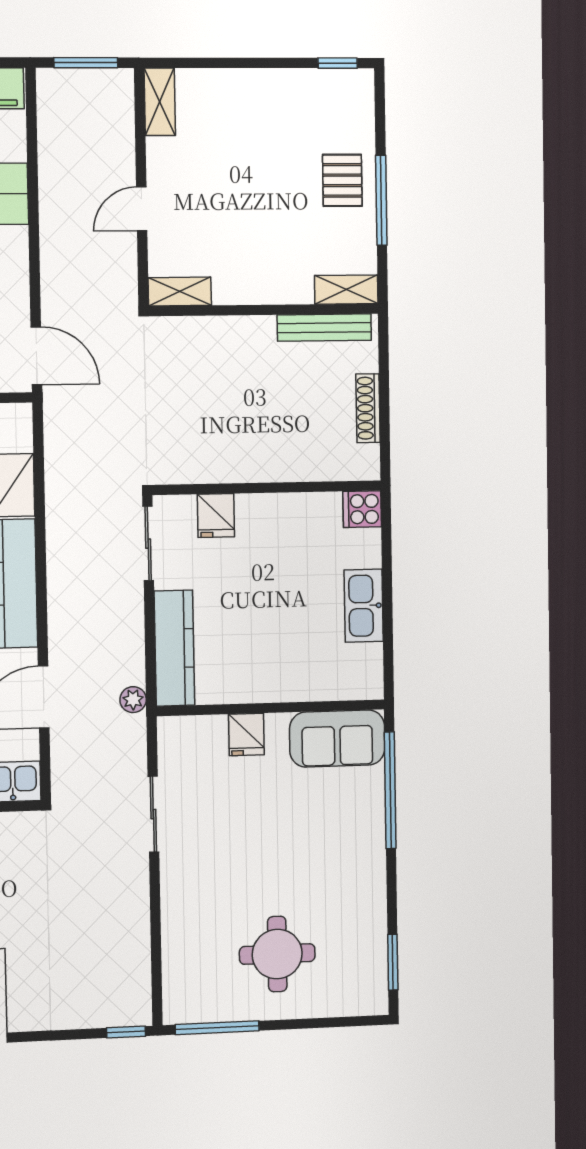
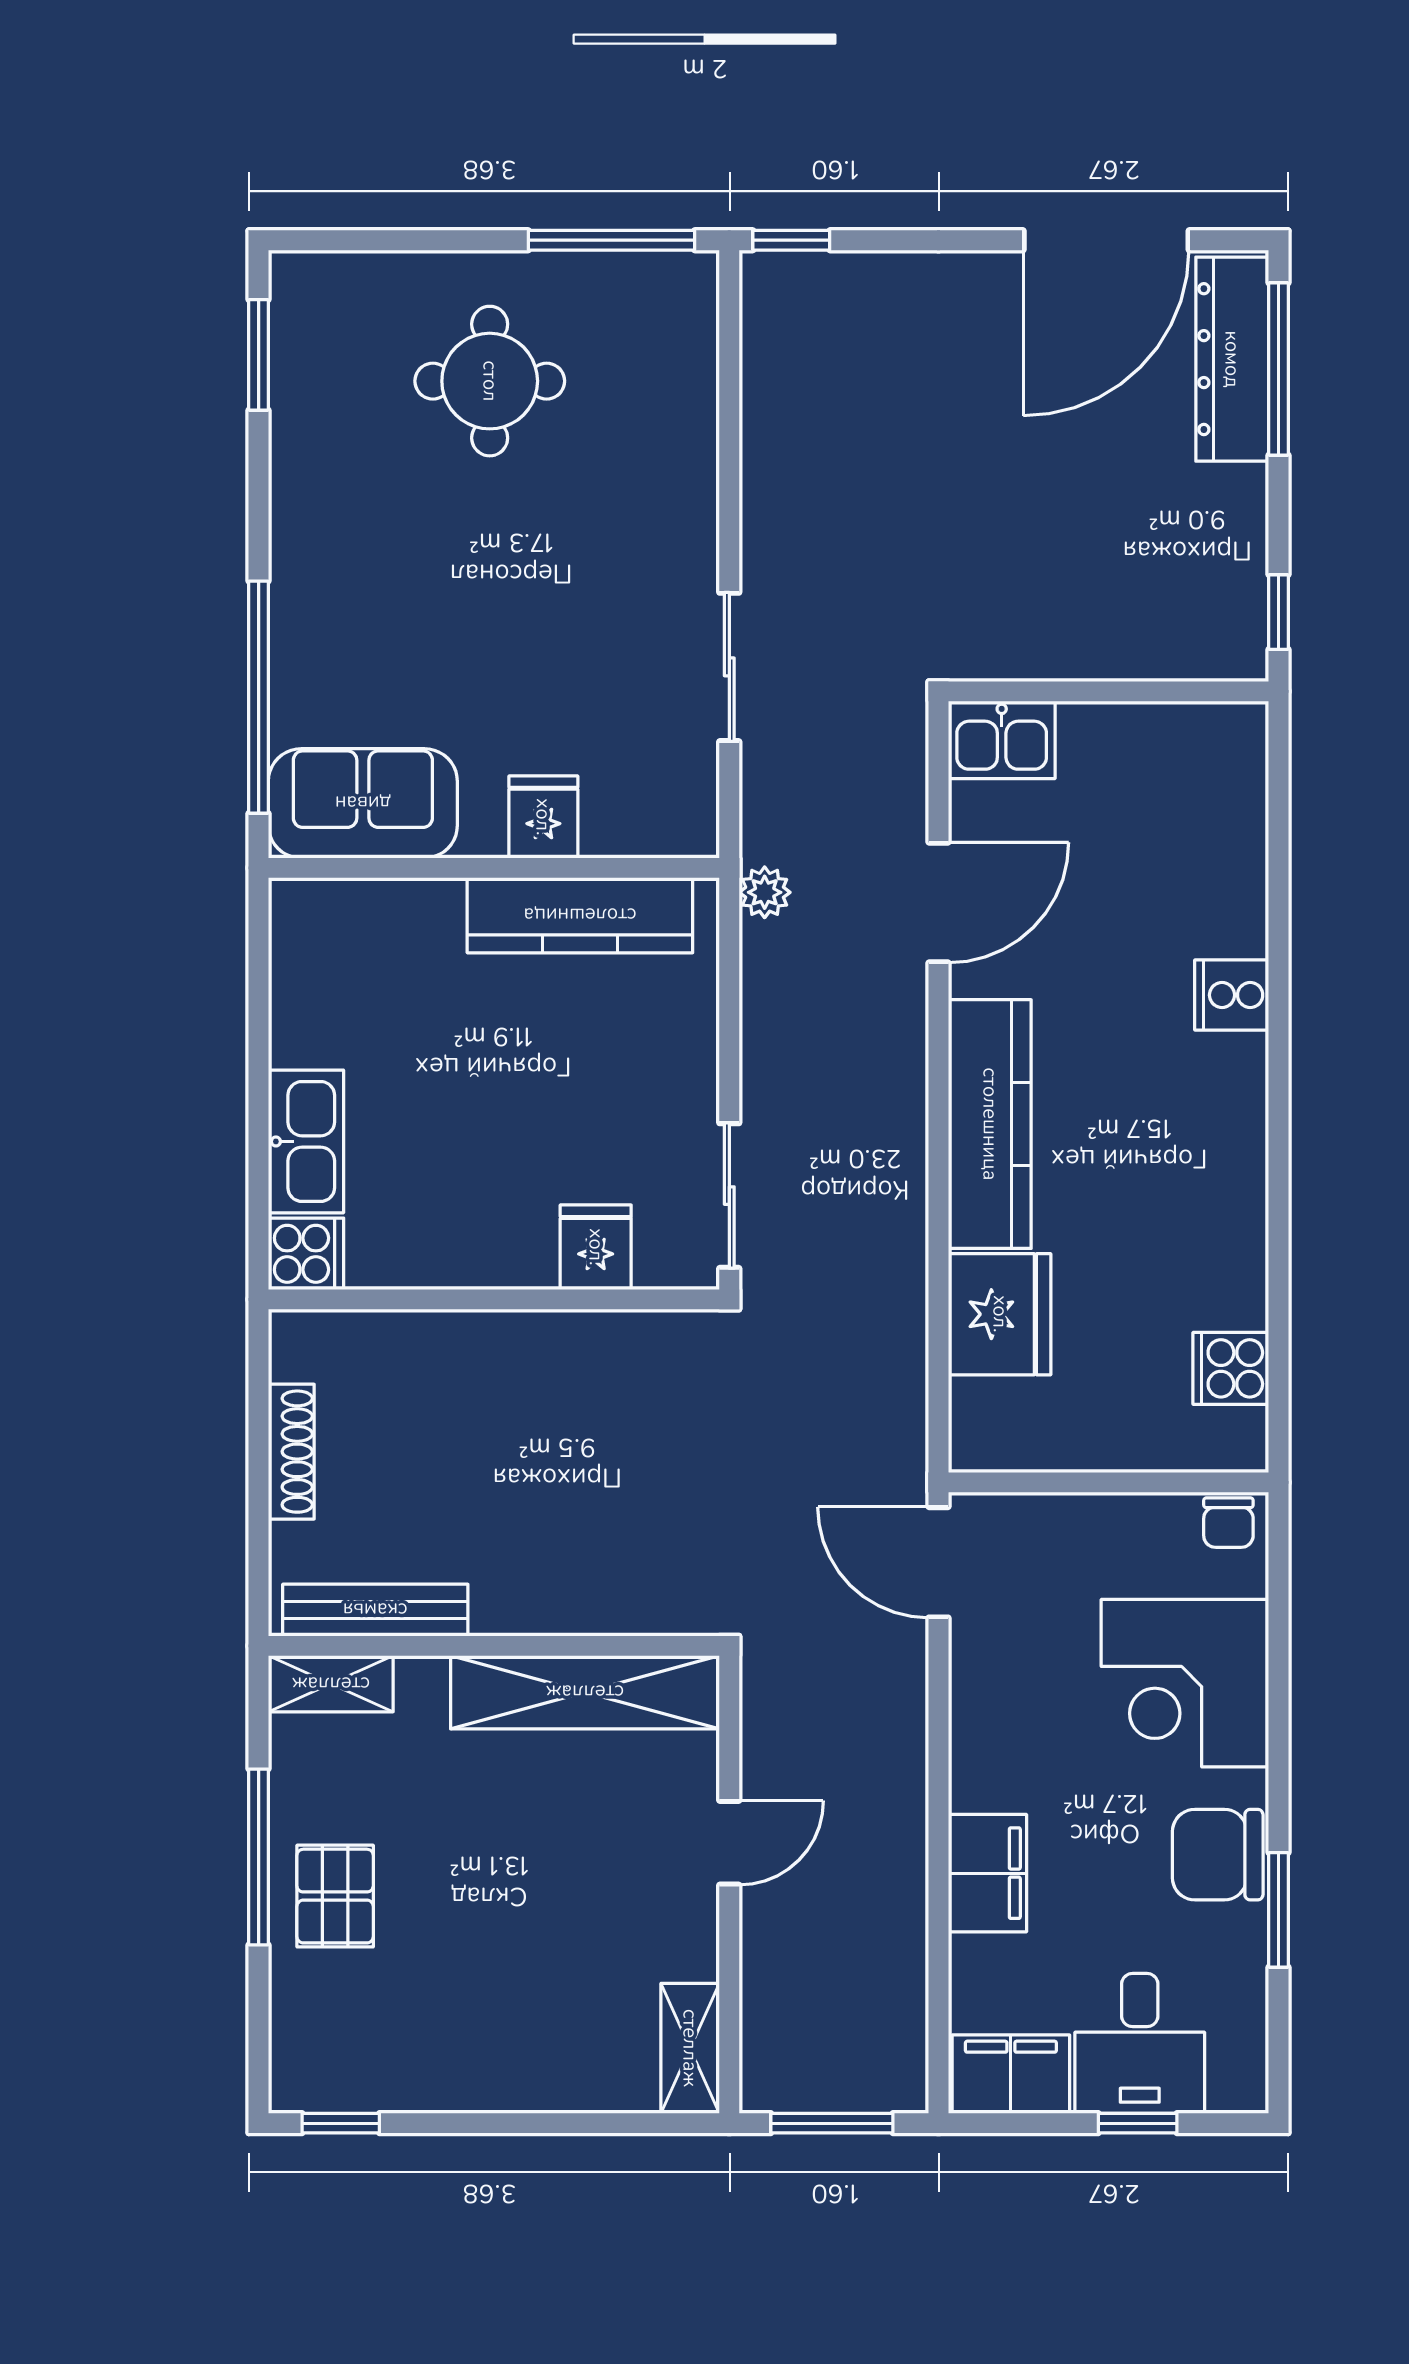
shelving: (180, 291) -> (585, 1692), width x2.20, depth x1.33
kitchen sink: (364, 606) -> (306, 1141), moved
kitchen counter: (174, 648) -> (580, 915), moved, turned -90

